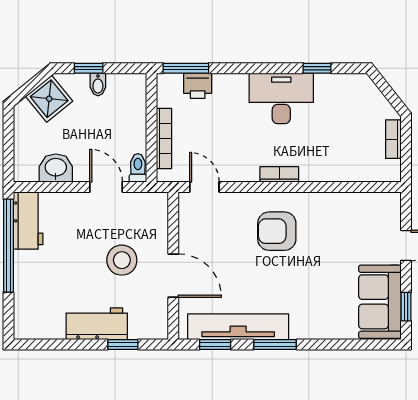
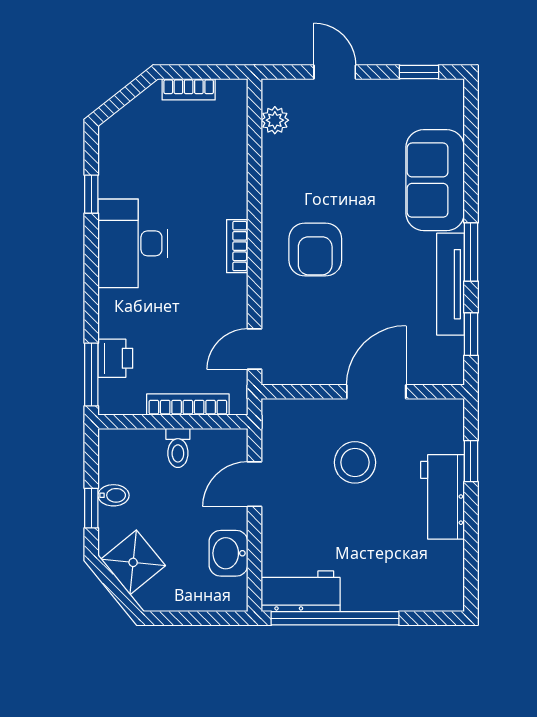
toilet: (138, 168) -> (178, 448), moved, turned -90
plant: (371, 202) -> (275, 120), added
sofa: (380, 302) -> (435, 180), moved, turned 90
tv unit: (238, 327) -> (451, 284), width x0.73, depth x0.78

